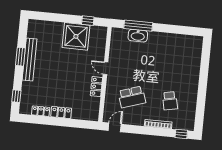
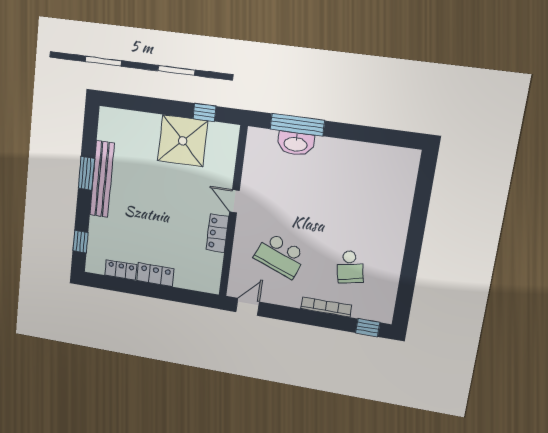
school desk: (132, 97) -> (280, 256), turned 39

